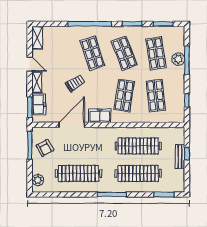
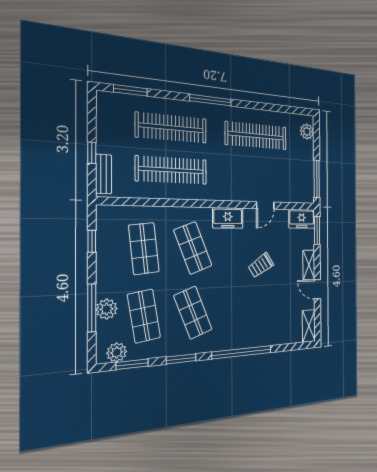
plant: (172, 32) -> (117, 352), added
shop shelf: (92, 53) -> (238, 310), removed
shop shelf: (124, 96) -> (193, 248), turned -30
freezer: (39, 104) -> (302, 219), moved, turned -90
door: (72, 125) -> (265, 205), width x0.53
armchair: (45, 148) -> (299, 175), removed
bench: (180, 157) -> (104, 174), moved

